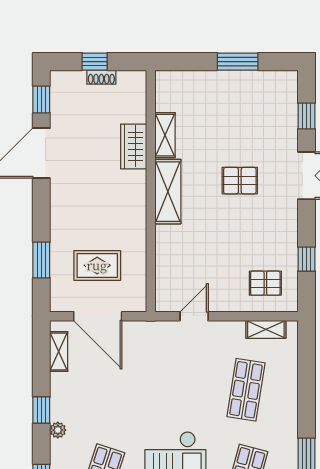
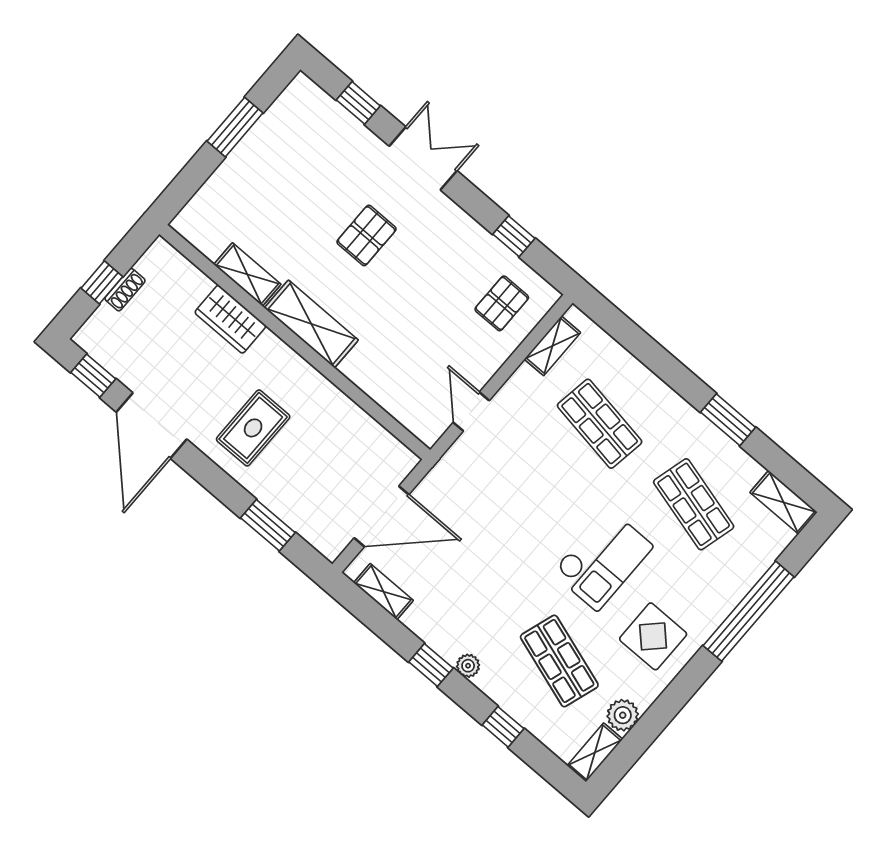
rug: (97, 265) -> (253, 428), moved

